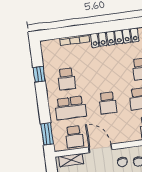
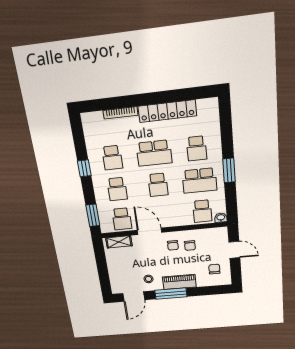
window: (39, 74) -> (84, 168), moved
school desk: (104, 74) -> (154, 153), added
school desk: (70, 108) -> (117, 189), width x0.54

